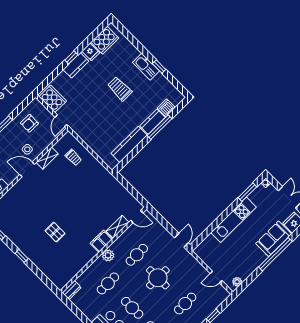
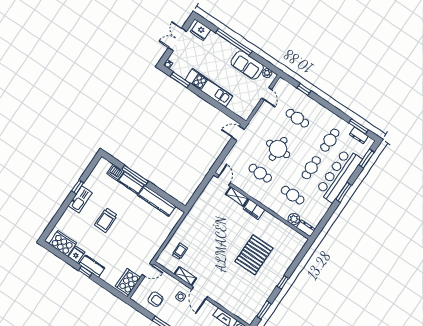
pallet: (55, 232) -> (254, 255), width x2.05, depth x2.00
sofa: (274, 239) -> (247, 65), moved
plant: (108, 255) -> (294, 219), moved

